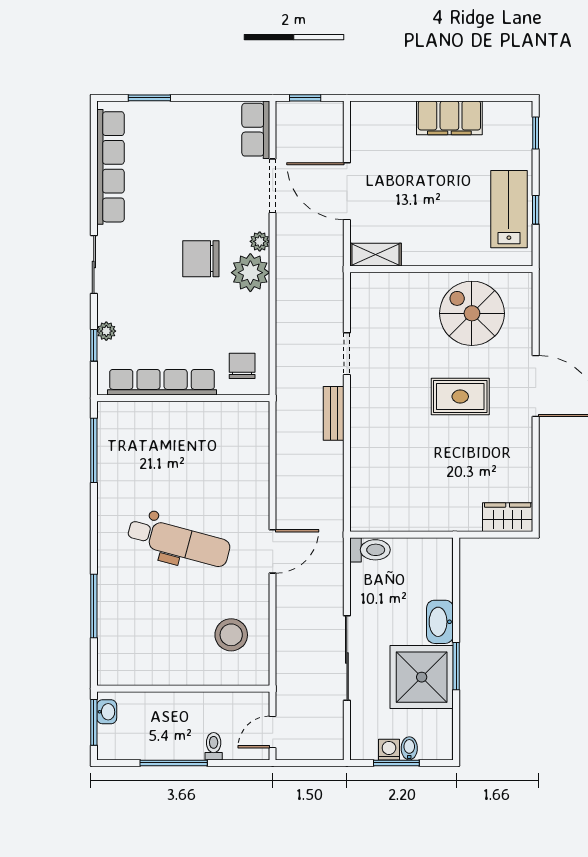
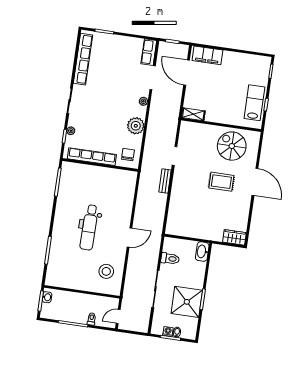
filing cabinet: (449, 118) -> (207, 55), moved
door: (347, 191) -> (187, 73), moved
chair: (201, 259) -> (117, 105), removed
plant: (250, 273) -> (136, 126), moved
dental chair: (179, 542) -> (89, 227), turned 76
toilet: (370, 550) -> (170, 259), moved
washbasin: (440, 622) -> (202, 252), moved

